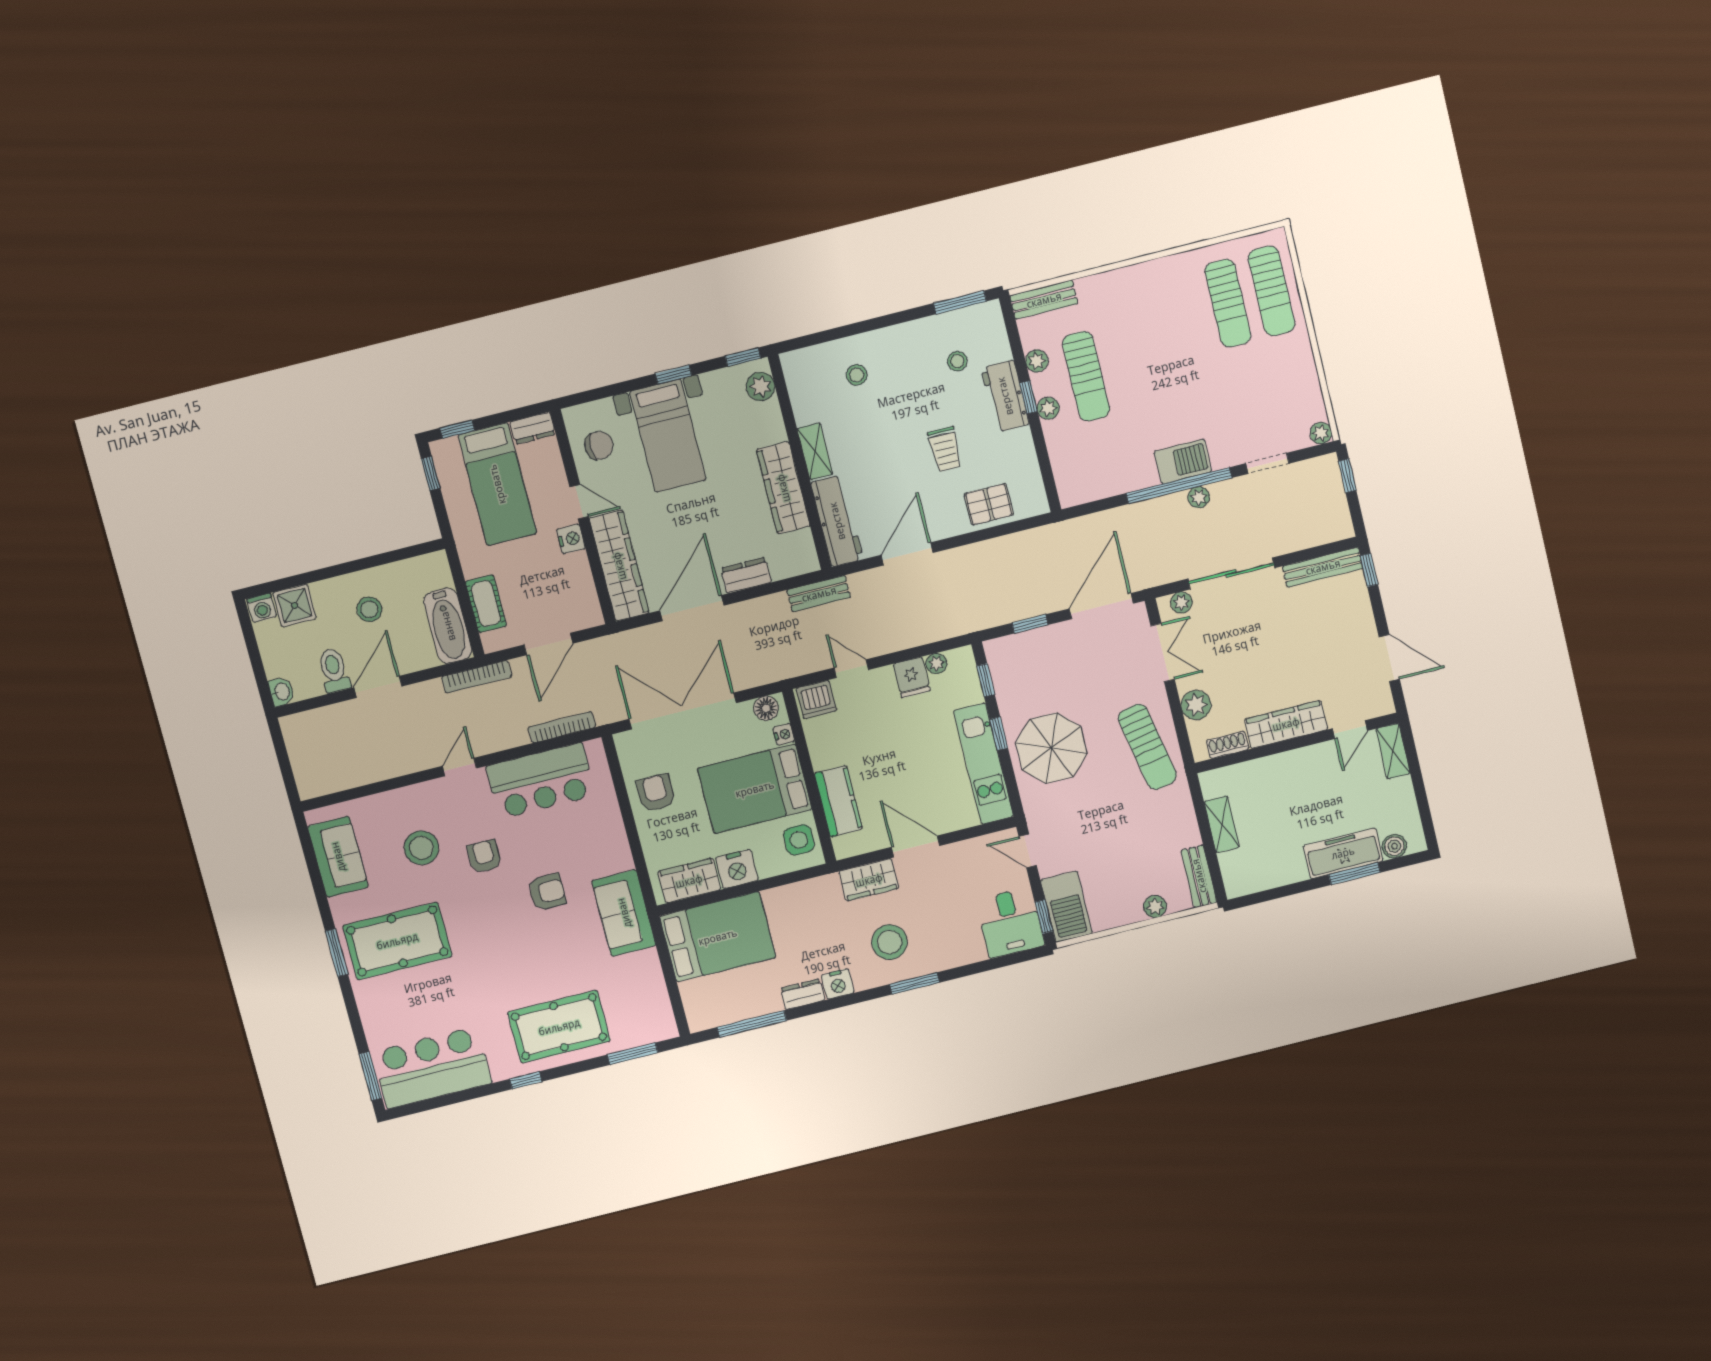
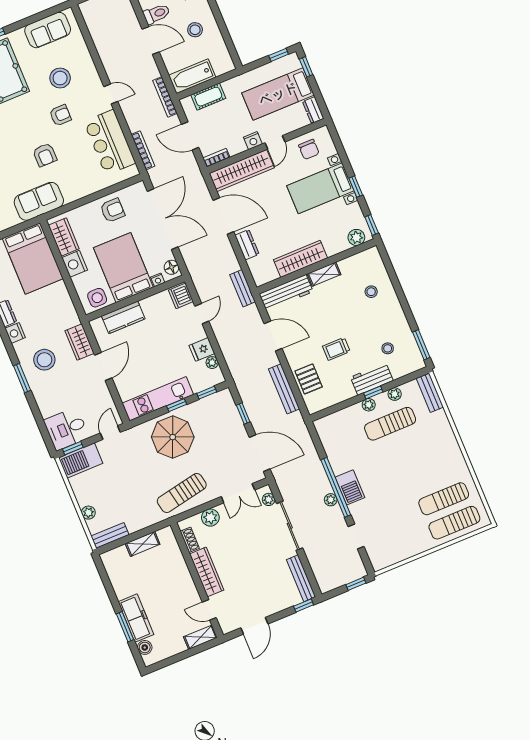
plant: (1321, 433) -> (378, 564), removed
bench: (999, 549) -> (284, 389), added
bookcase: (591, 605) -> (216, 158), added

